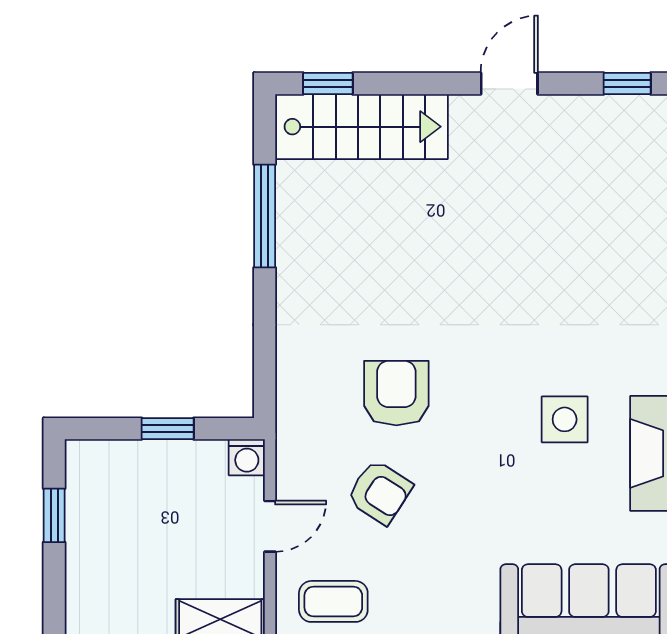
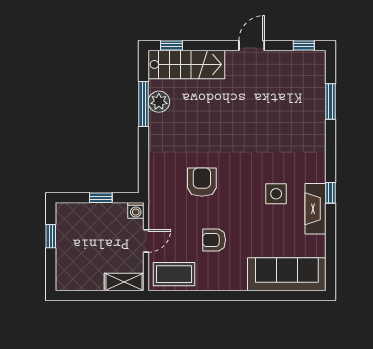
plant: (299, 211) -> (159, 102), added
armchair: (380, 492) -> (214, 240), moved, turned 147
coffee table: (333, 601) -> (174, 274), width x1.36, depth x1.30

